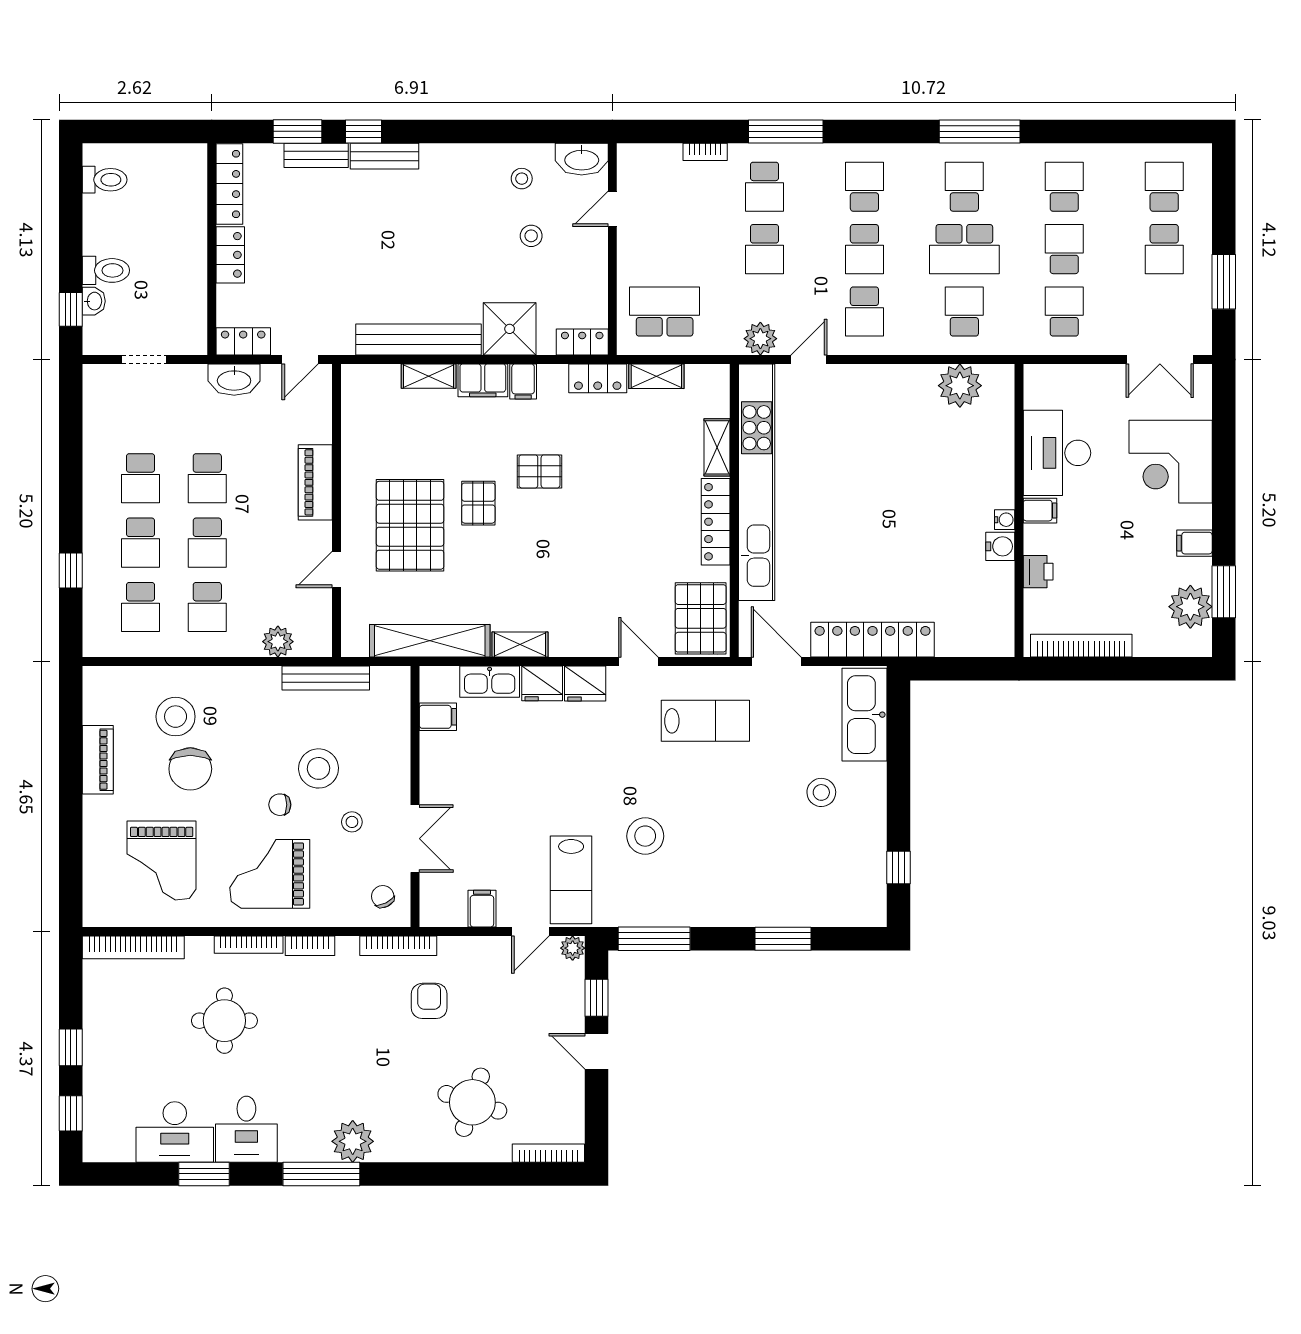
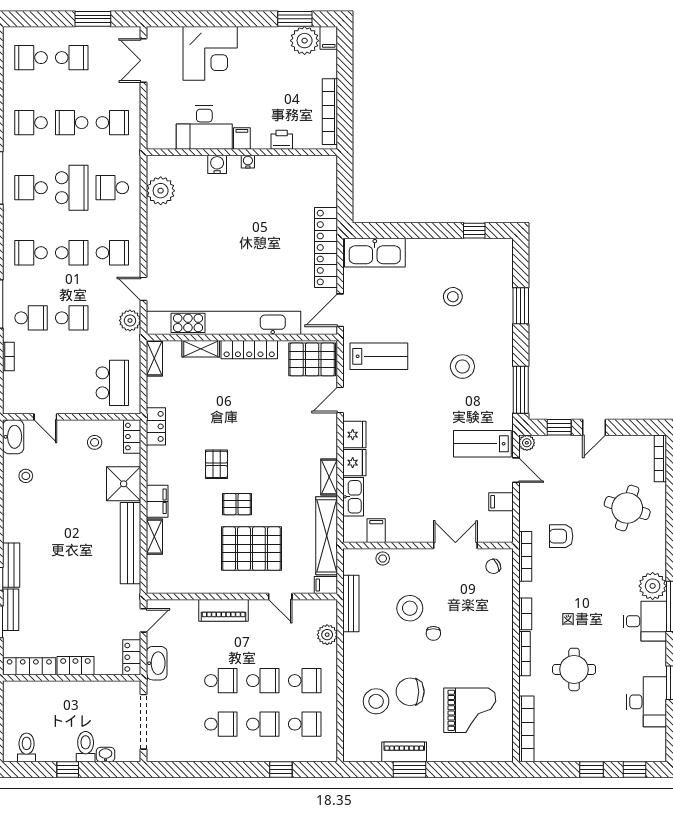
stool: (531, 236) -> (95, 442), moved
window: (71, 309) -> (68, 769), moved
school desk: (665, 312) -> (112, 383), turned 180
school desk: (1064, 312) -> (112, 123), turned 180
doorway: (144, 359) -> (144, 722), width x1.88
door: (300, 359) -> (144, 620), hinge flipped
double door: (1160, 359) -> (144, 60), swing flipped
shelving: (656, 376) -> (154, 358), moved
filing cabinet: (523, 381) -> (326, 585), moved, turned 180
filing cabinet: (1194, 543) -> (329, 38), moved
water cooler: (1000, 546) -> (217, 164), moved
lab bench: (705, 721) -> (379, 356), turned 90
window: (71, 768) -> (410, 769), added
chair: (190, 769) -> (410, 692), turned 180
stool: (821, 792) -> (453, 297), moved
stool: (352, 822) -> (383, 558), moved
stool: (645, 836) -> (462, 367), moved
grand piano: (270, 874) -> (478, 640), removed
lab bench: (571, 880) -> (482, 444), turned 180
desk: (246, 1129) -> (645, 621), moved

